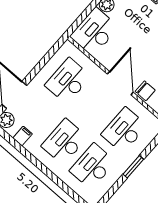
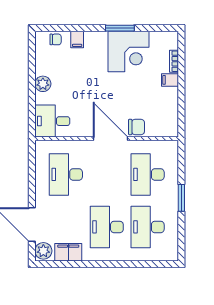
desk: (94, 32) -> (52, 121), width x0.73
filing cabinet: (23, 136) -> (68, 252), width x2.00

